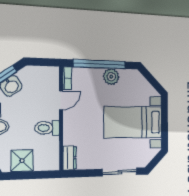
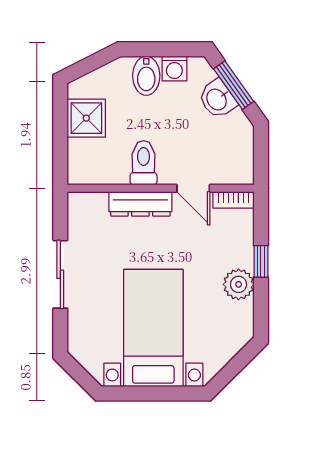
window: (100, 64) -> (261, 261), width x0.32
dresser: (70, 158) -> (140, 204), moved, width x1.44
sliding door: (120, 172) -> (60, 274), moved

